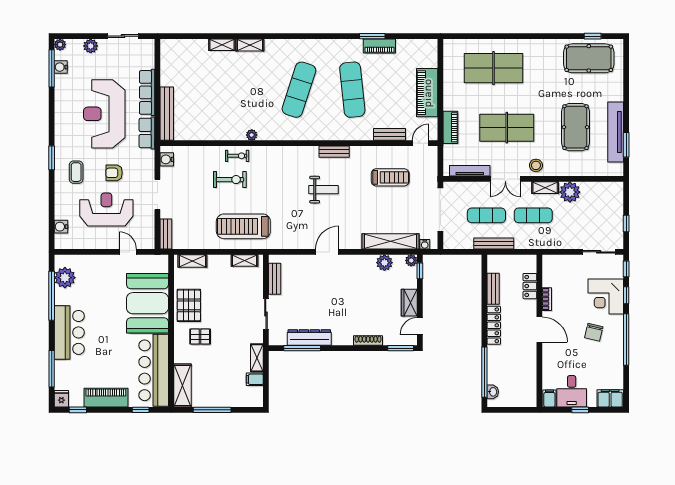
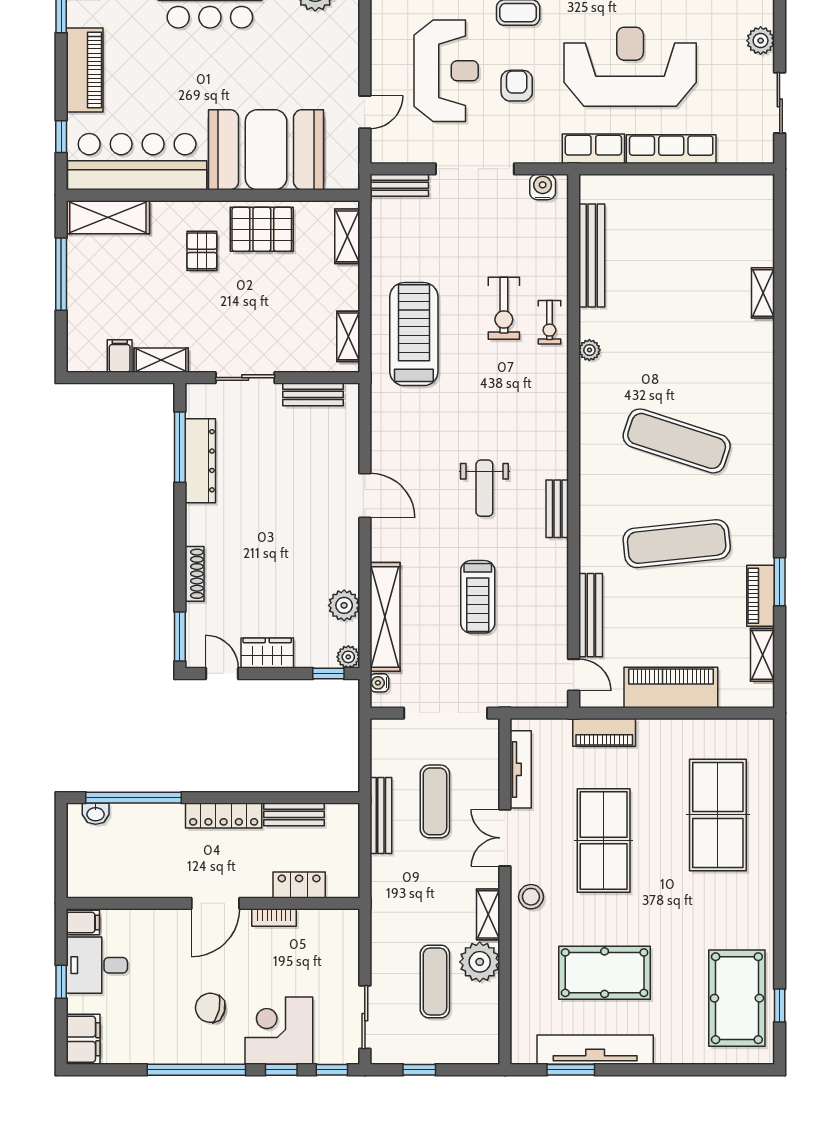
shelving: (250, 45) -> (763, 655), moved
bench: (167, 114) -> (592, 255), moved, turned 90
bench: (389, 134) -> (591, 615), width x1.36
treadmill: (390, 177) -> (478, 597), moved
doorway: (157, 195) -> (475, 169), width x1.36
exercise mat: (533, 215) -> (435, 981), moved

